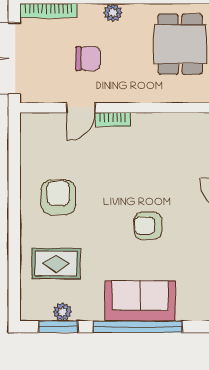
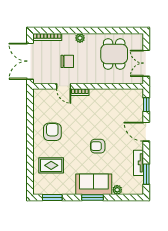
door: (81, 108) -> (64, 86), hinge flipped
plant: (62, 312) -> (117, 190), moved
window: (138, 327) -> (92, 197), width x0.47

